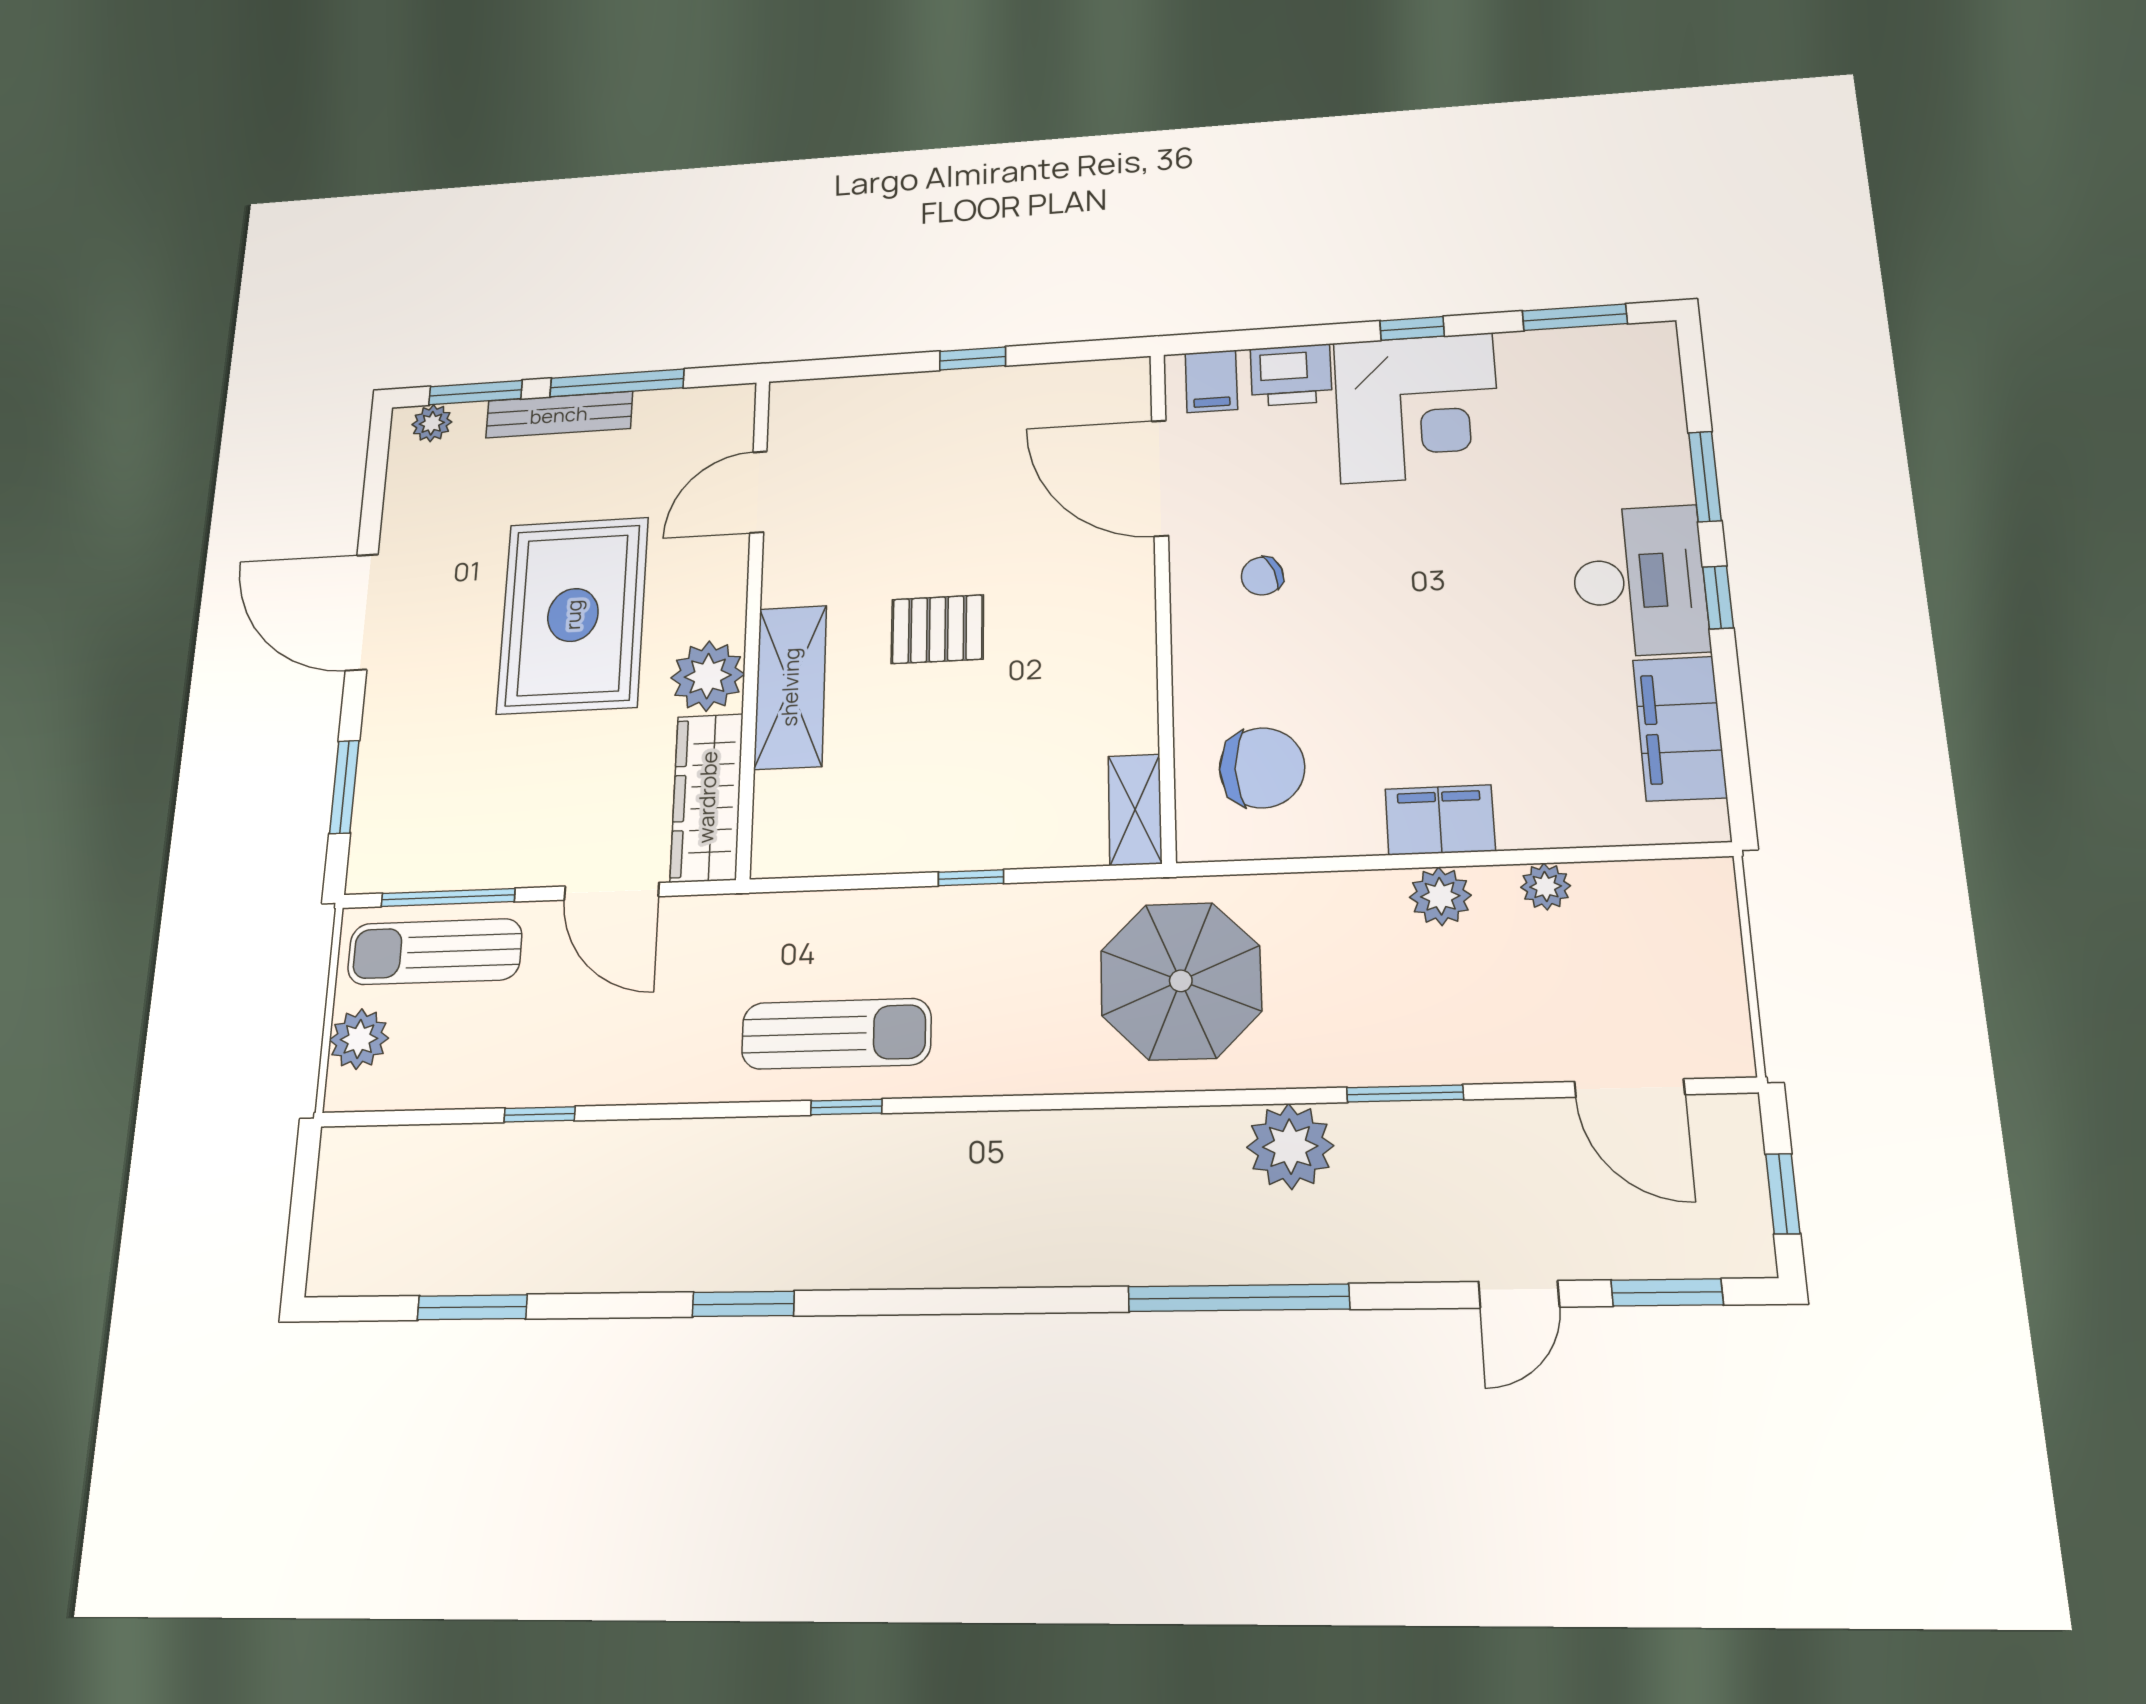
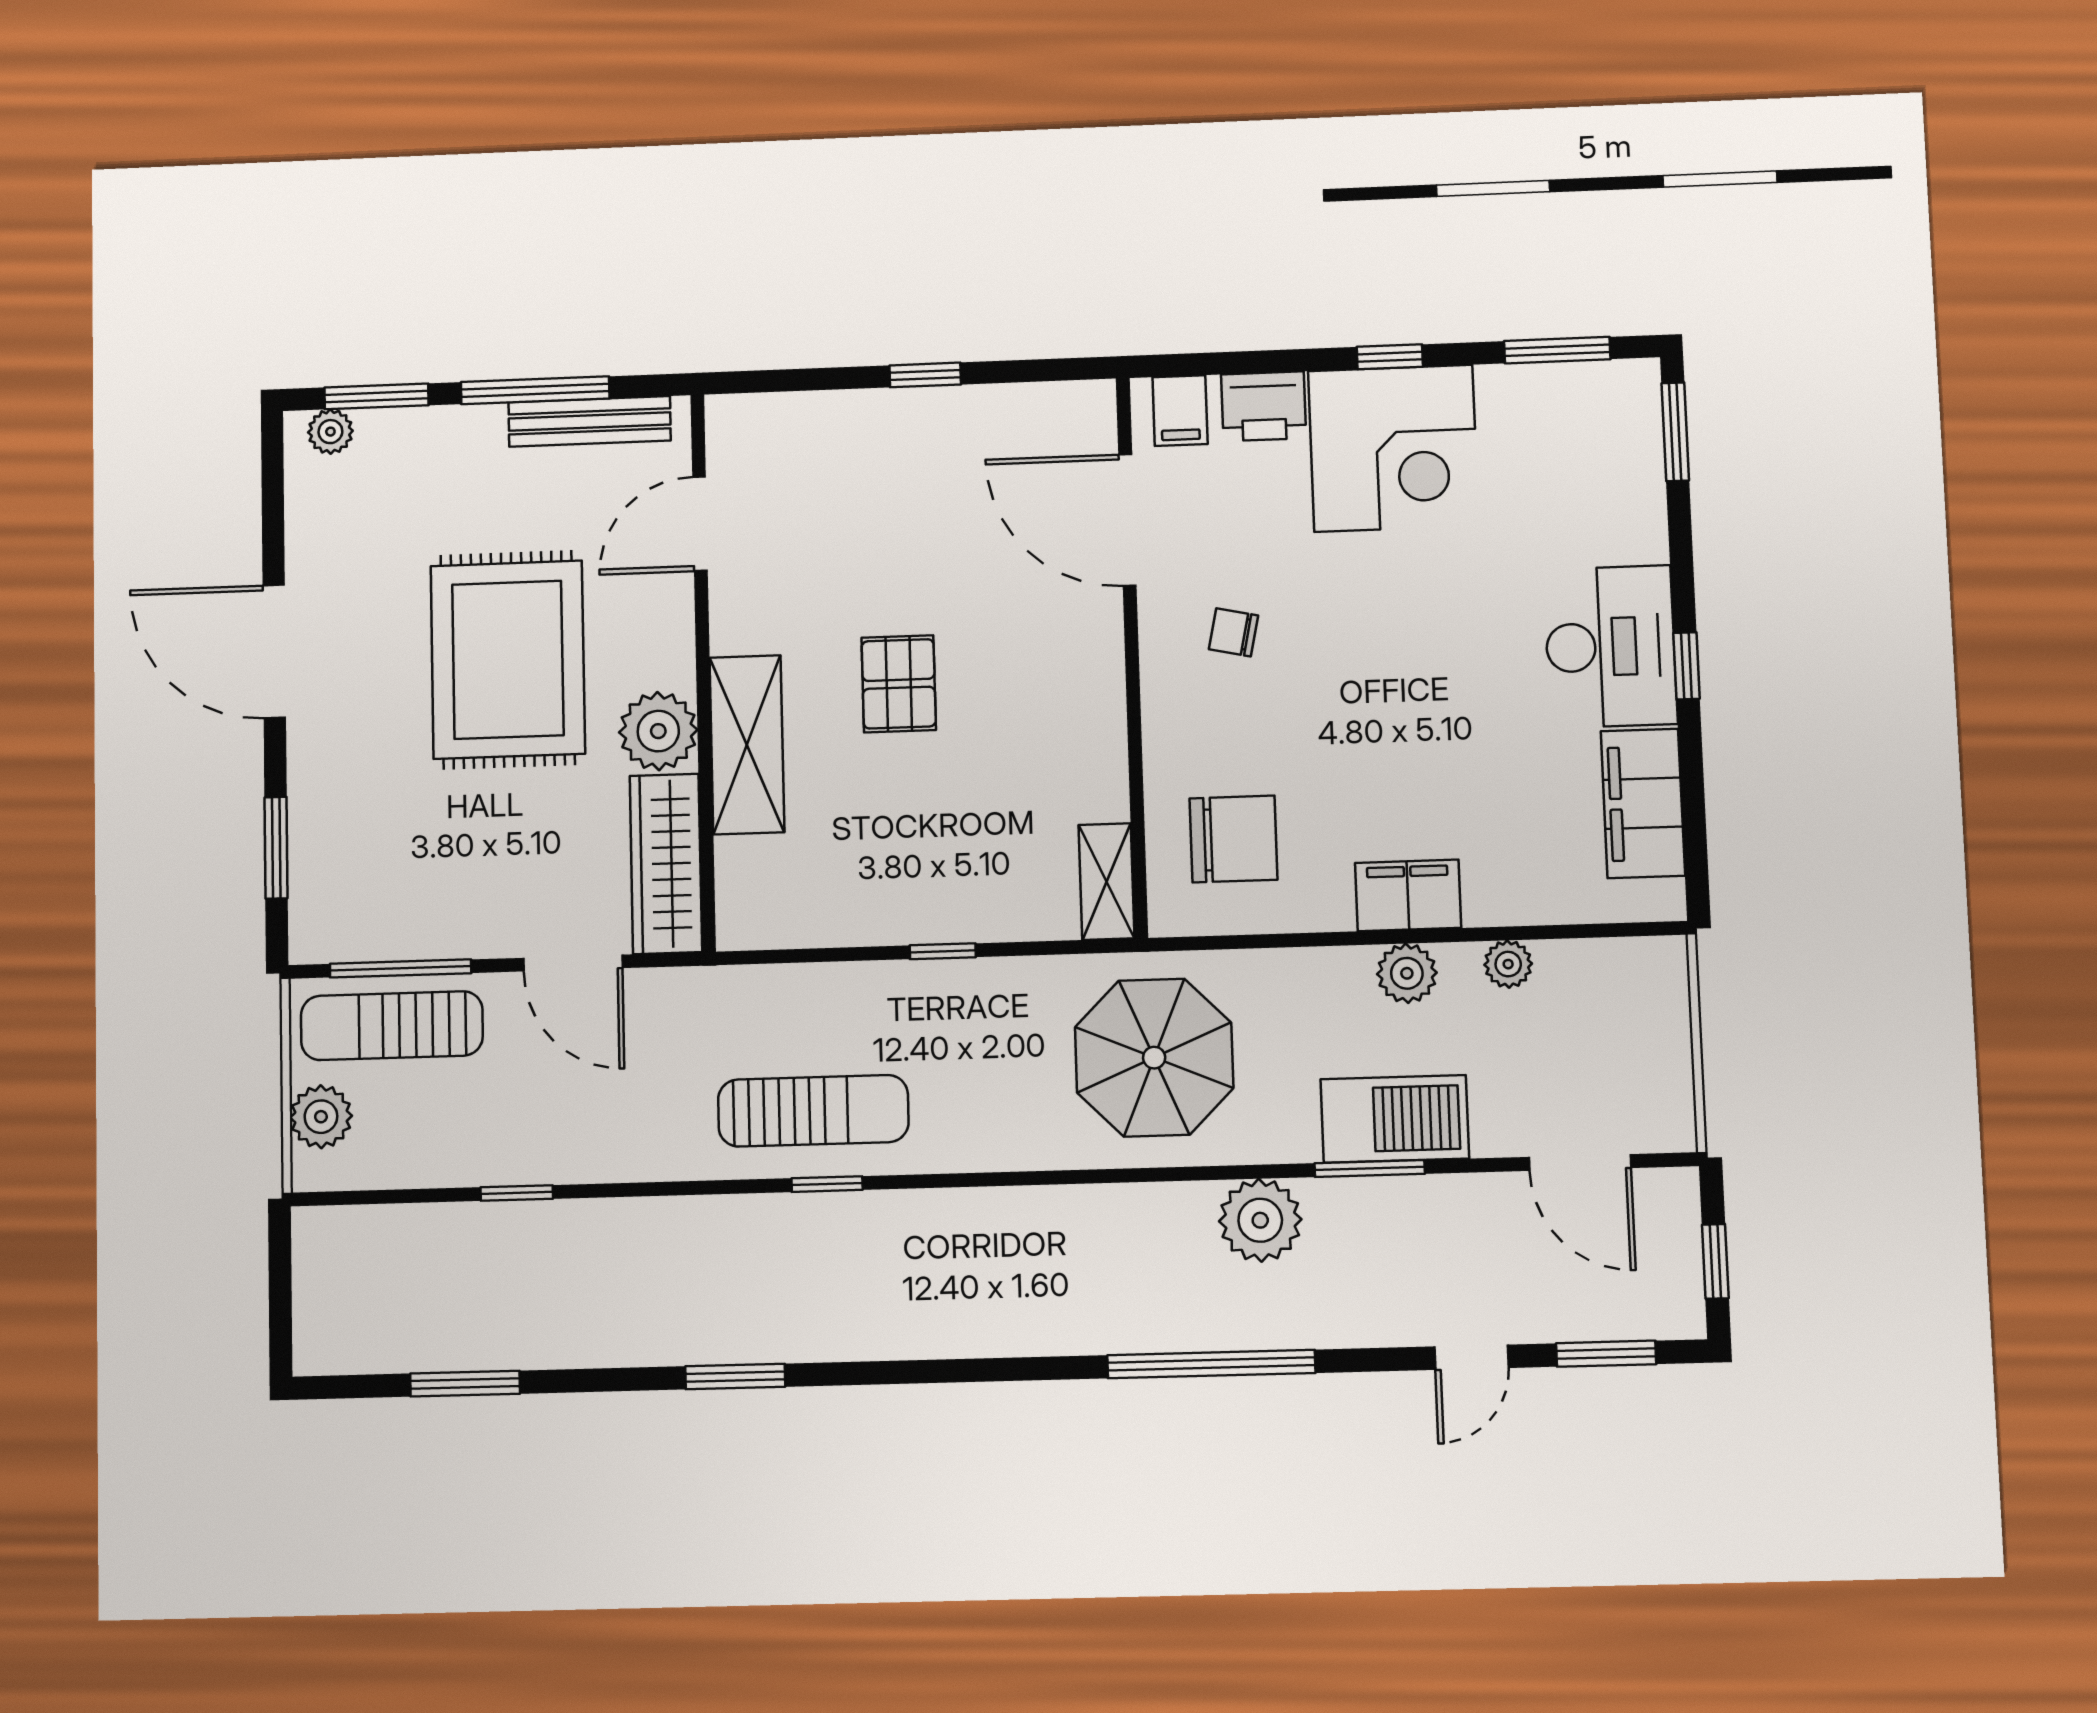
bench: (559, 415) -> (589, 421), moved
window: (1705, 477) -> (1675, 432), moved
chair: (1262, 576) -> (1233, 632), turned 33
pallet: (937, 629) -> (899, 684), turned 90
barbecue: (1431, 1043) -> (1395, 1119), added

